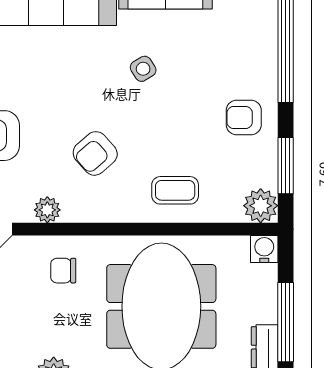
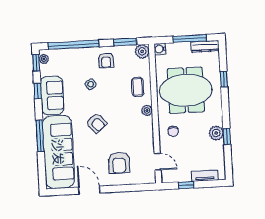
side table: (143, 69) -> (91, 84), moved
armchair: (95, 153) -> (97, 123), moved
plant: (47, 210) -> (147, 110), moved

